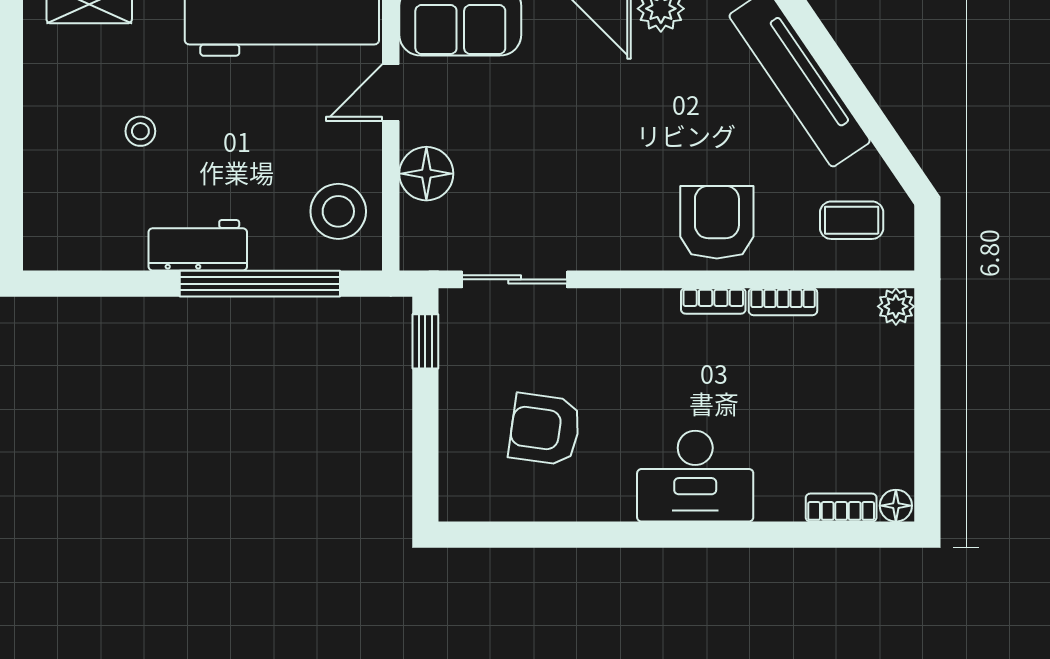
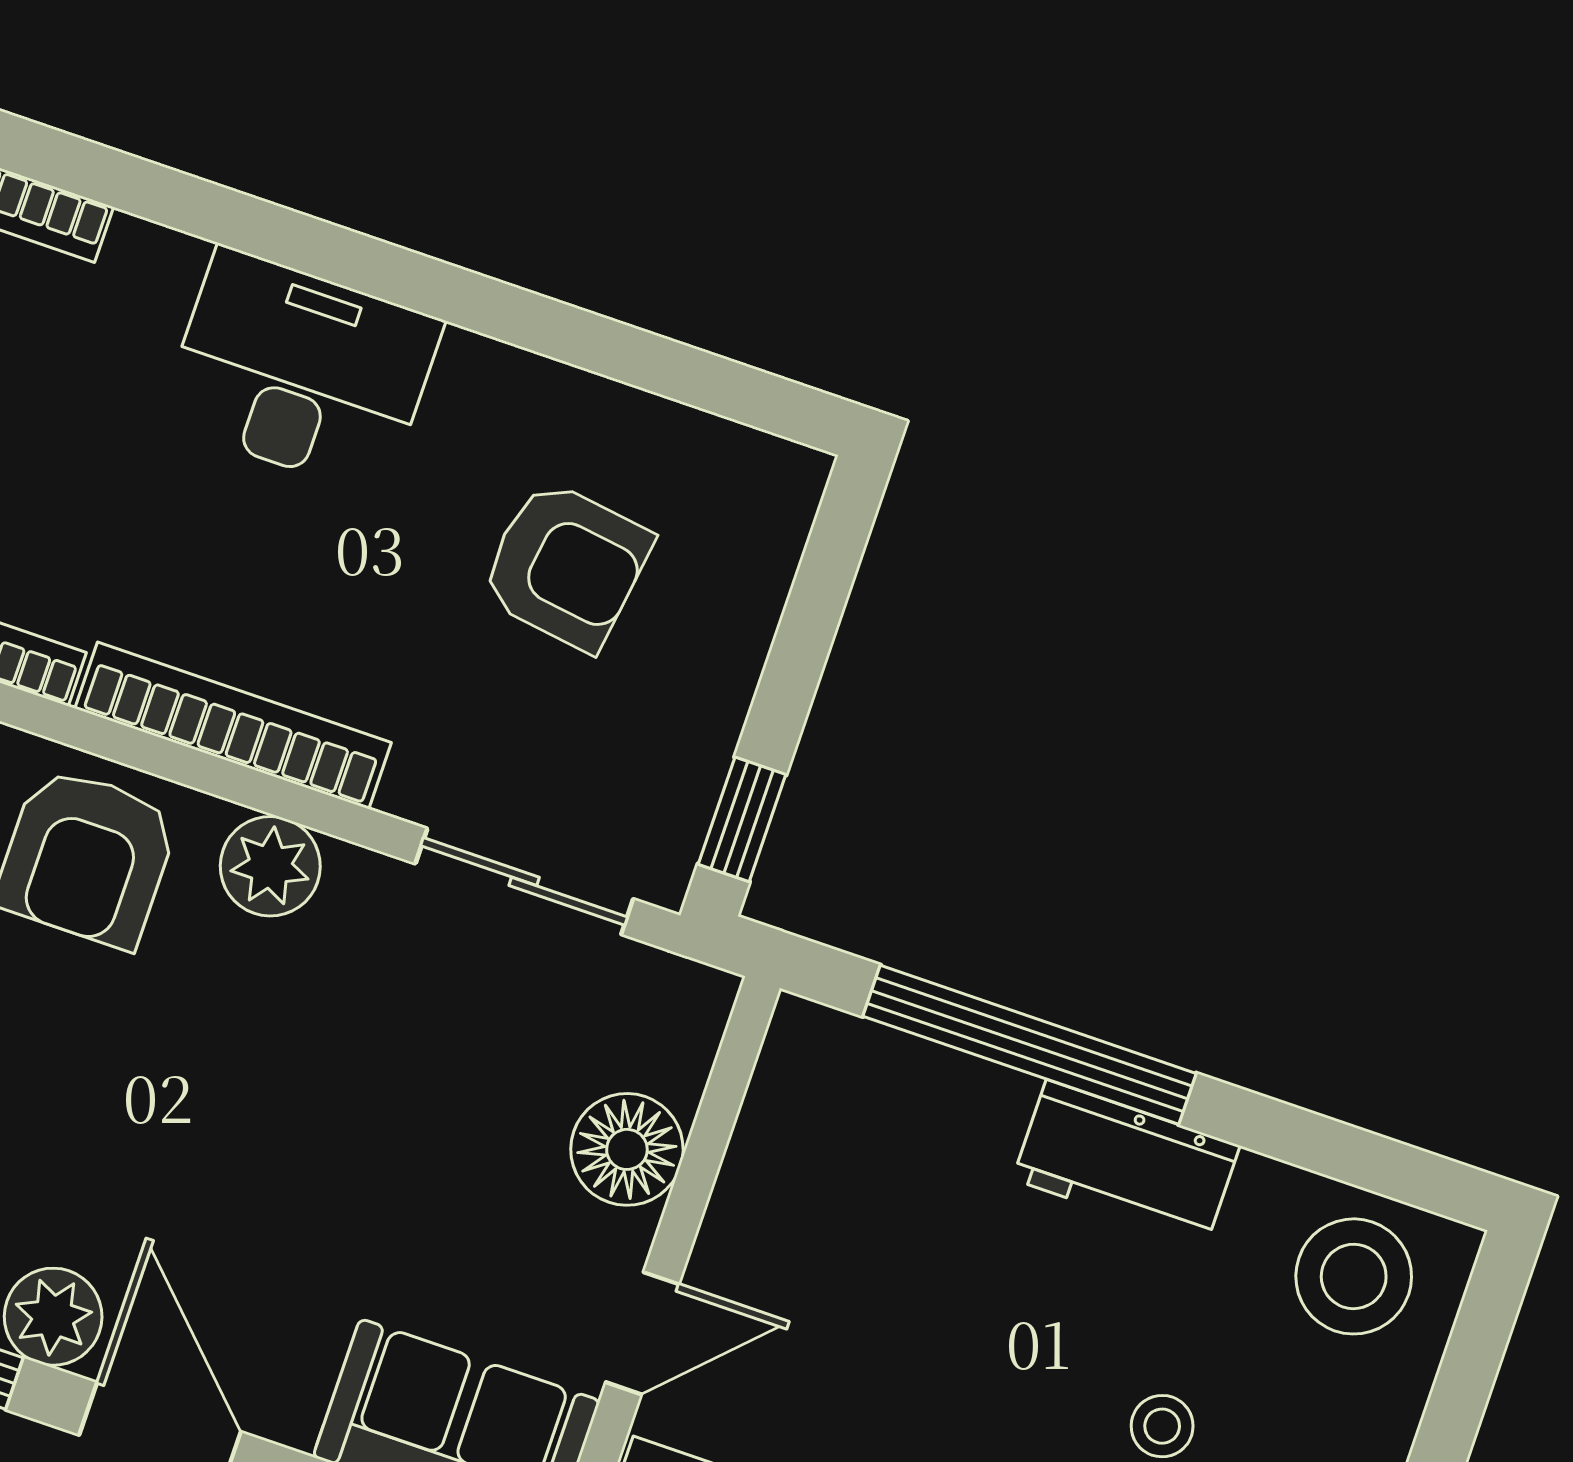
stool: (338, 211) -> (1354, 1276), moved
plant: (632, 247) -> (270, 866), added
bookcase: (713, 301) -> (233, 725), width x2.31, depth x1.31

